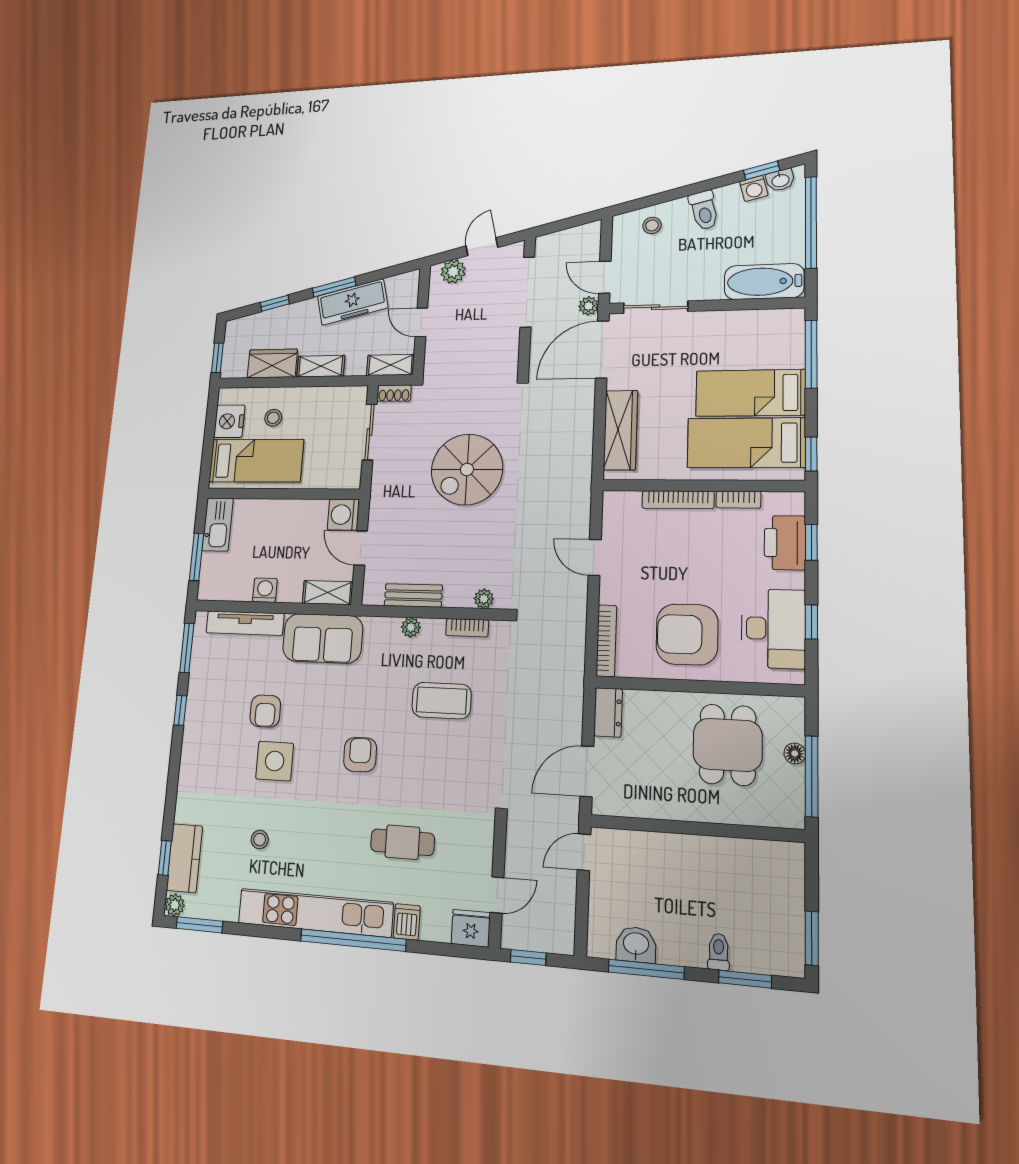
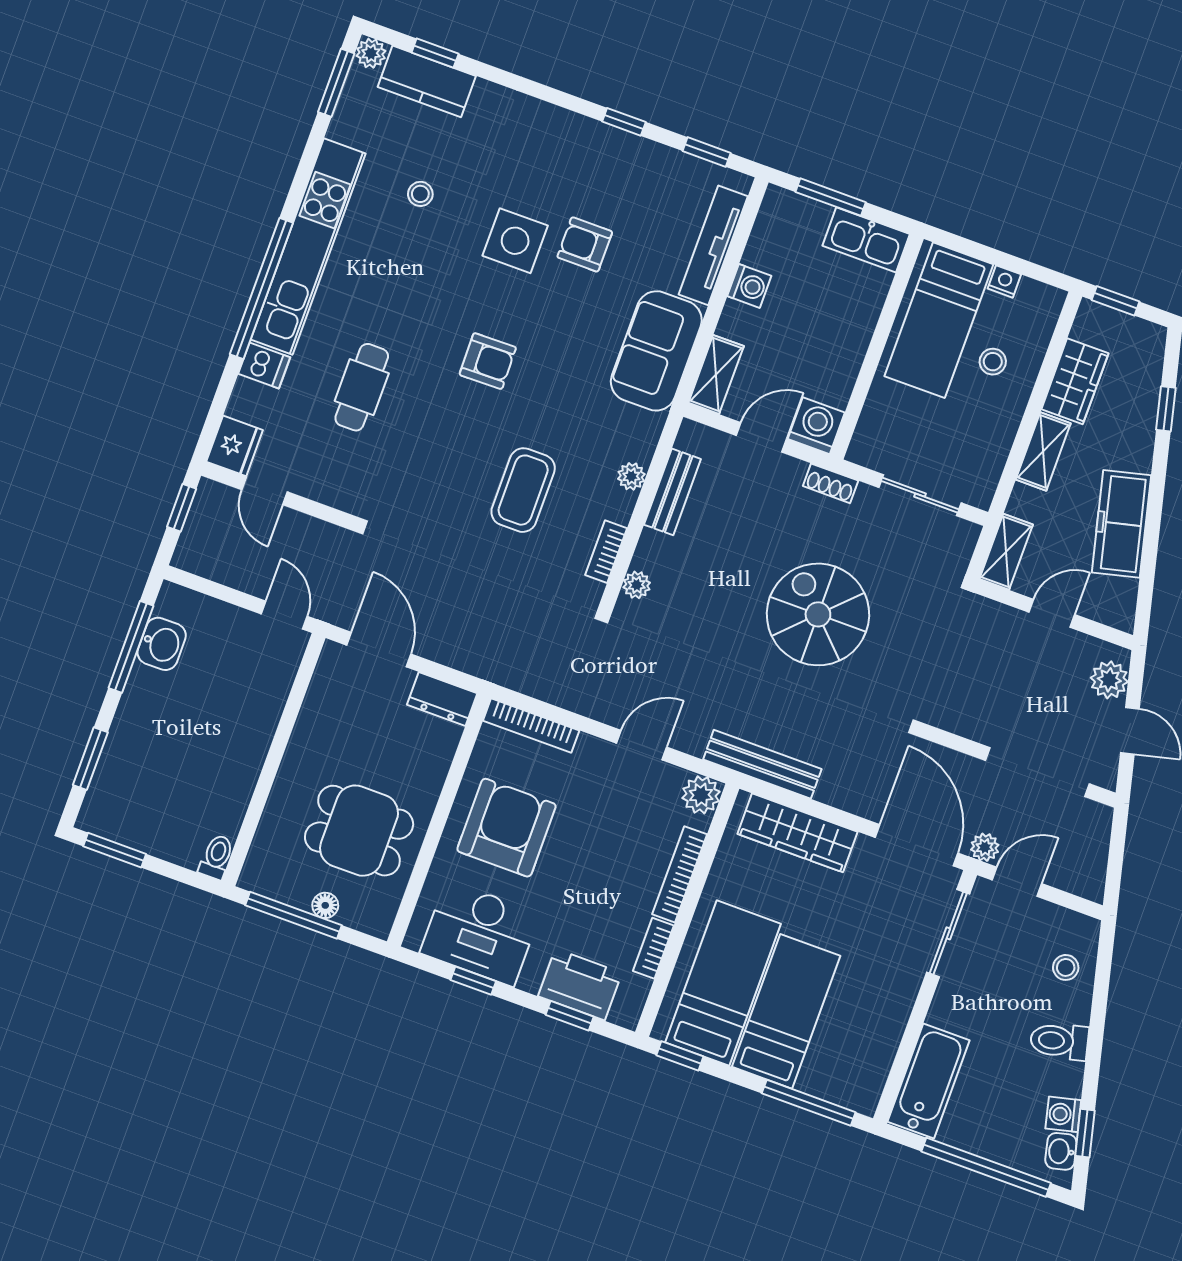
window: (334, 287) -> (1155, 503), removed
shoe rack: (394, 393) -> (831, 483), moved, turned -90
nightstand: (229, 421) -> (1004, 281), width x0.53, depth x0.56
bench: (581, 470) -> (762, 764), added
plant: (616, 504) -> (701, 795), added
window: (187, 648) -> (707, 152), width x0.67
toilet: (719, 952) -> (216, 857), moved, turned -90

